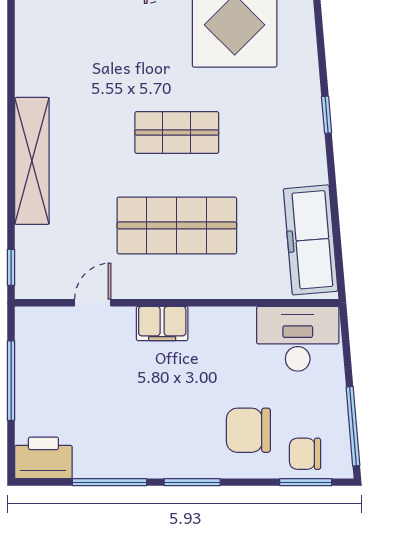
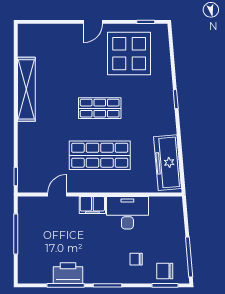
shelving: (32, 161) -> (26, 89), moved
desk: (298, 339) -> (127, 213), moved
chair: (248, 430) -> (136, 259), width x0.54, depth x0.54
printer: (43, 458) -> (68, 273), moved

